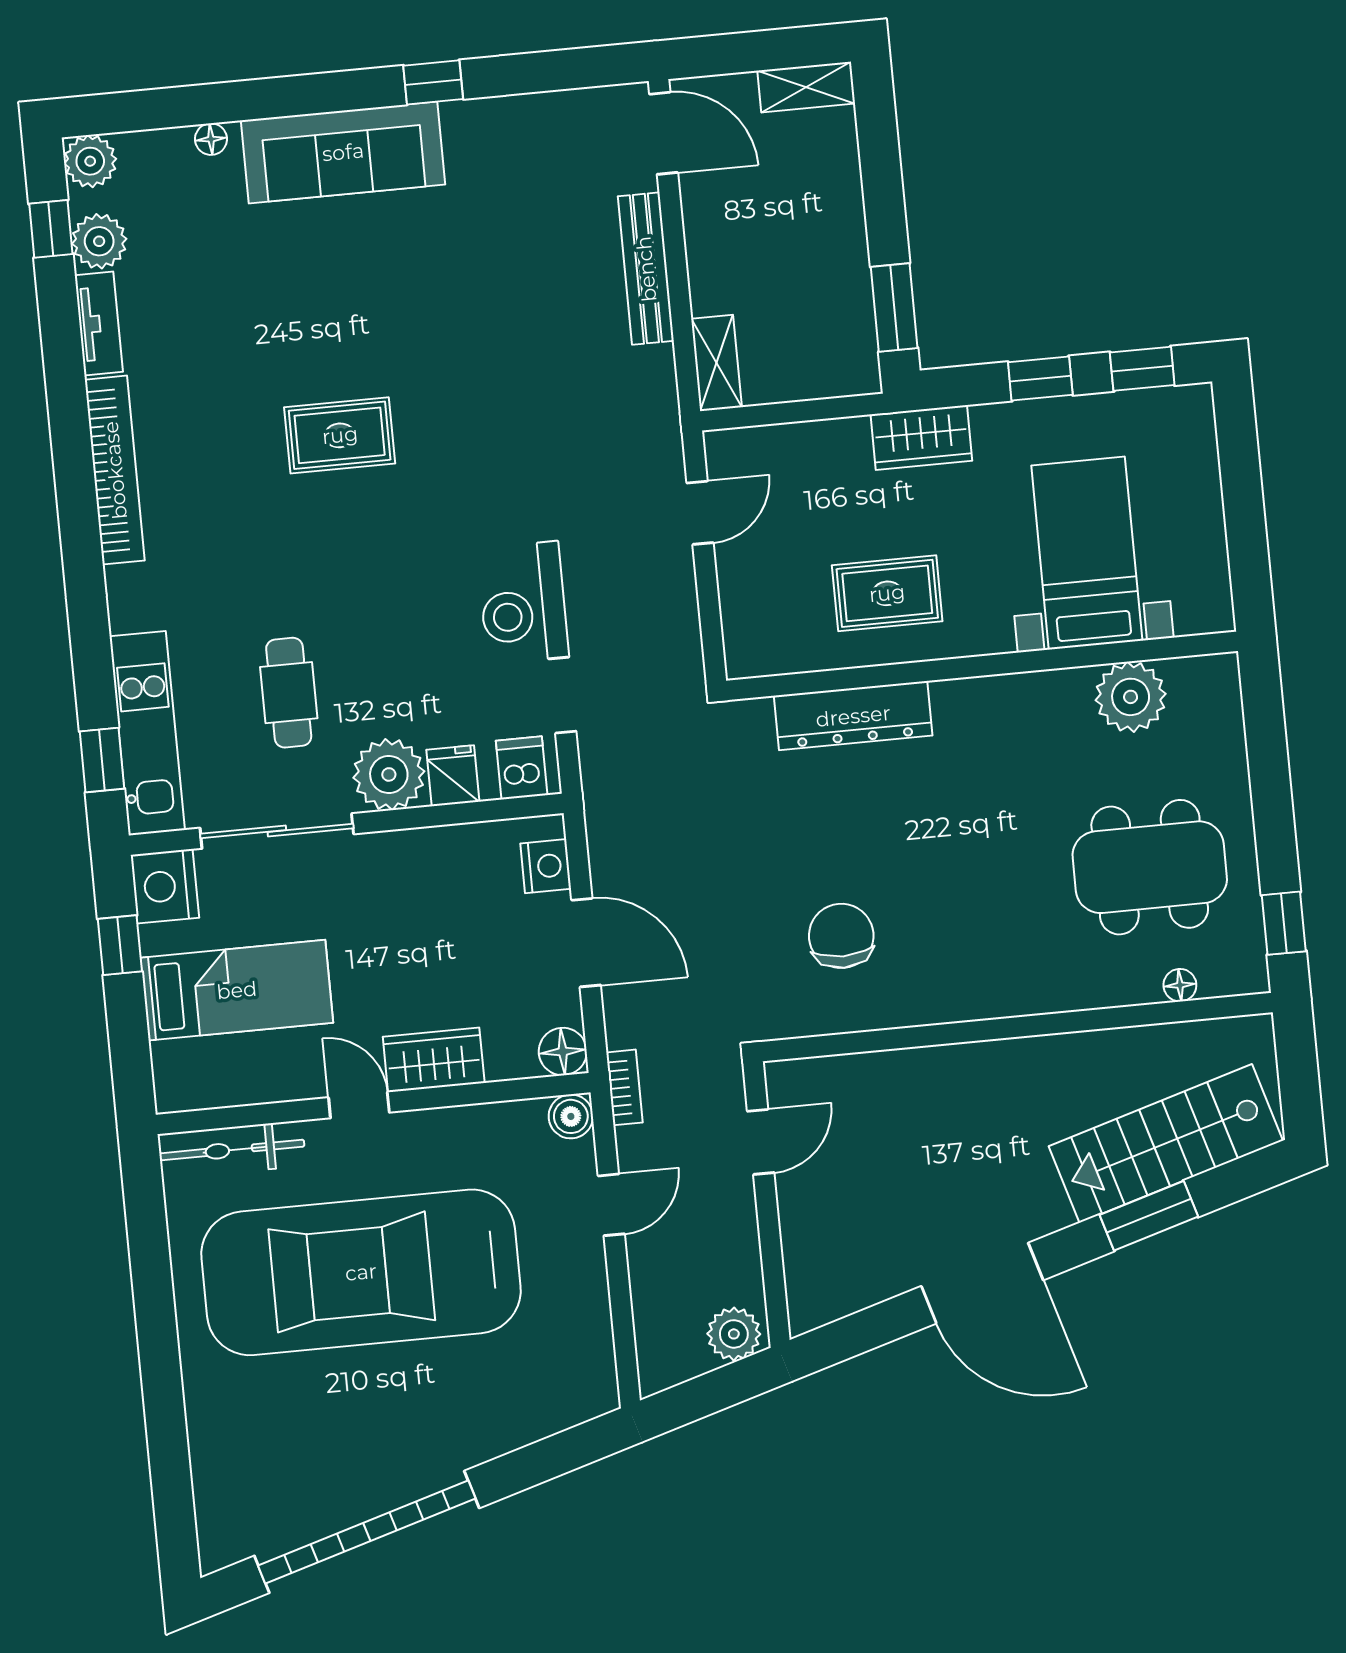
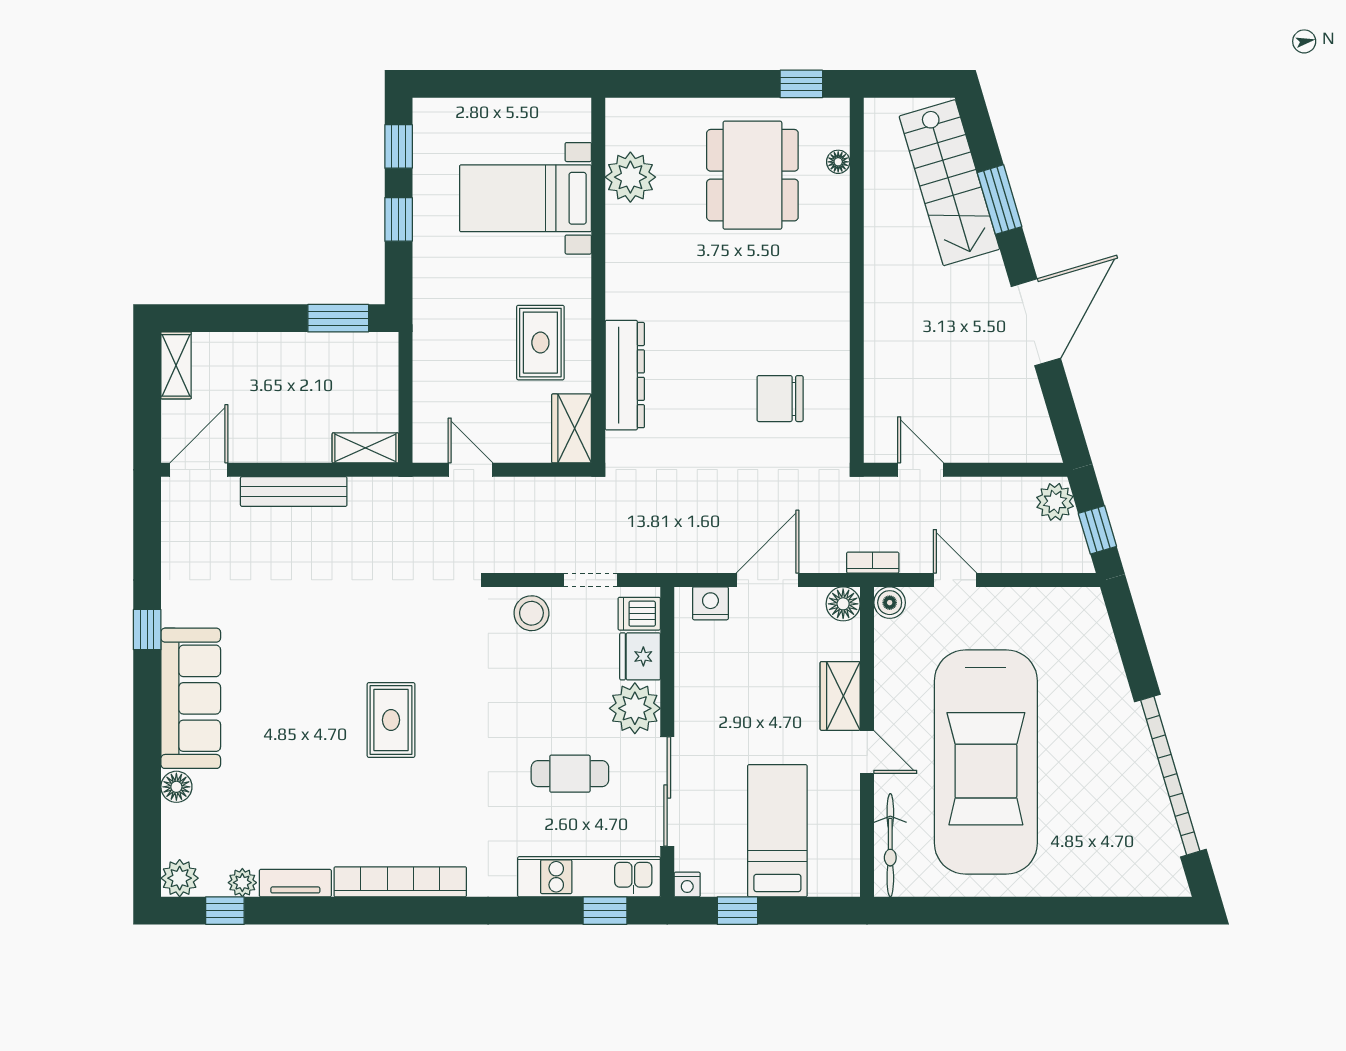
floor lamp: (211, 139) -> (176, 787), width x1.37, depth x1.37
plant: (99, 241) -> (242, 883), width x0.73, depth x0.73
wardrobe: (921, 438) -> (571, 428), moved, turned 180
fridge: (453, 776) -> (640, 656), width x1.38
nightstand: (165, 886) -> (687, 885), width x0.53, depth x0.56
door: (359, 1105) -> (867, 752), swing flipped
window: (700, 1397) -> (1097, 530), added

